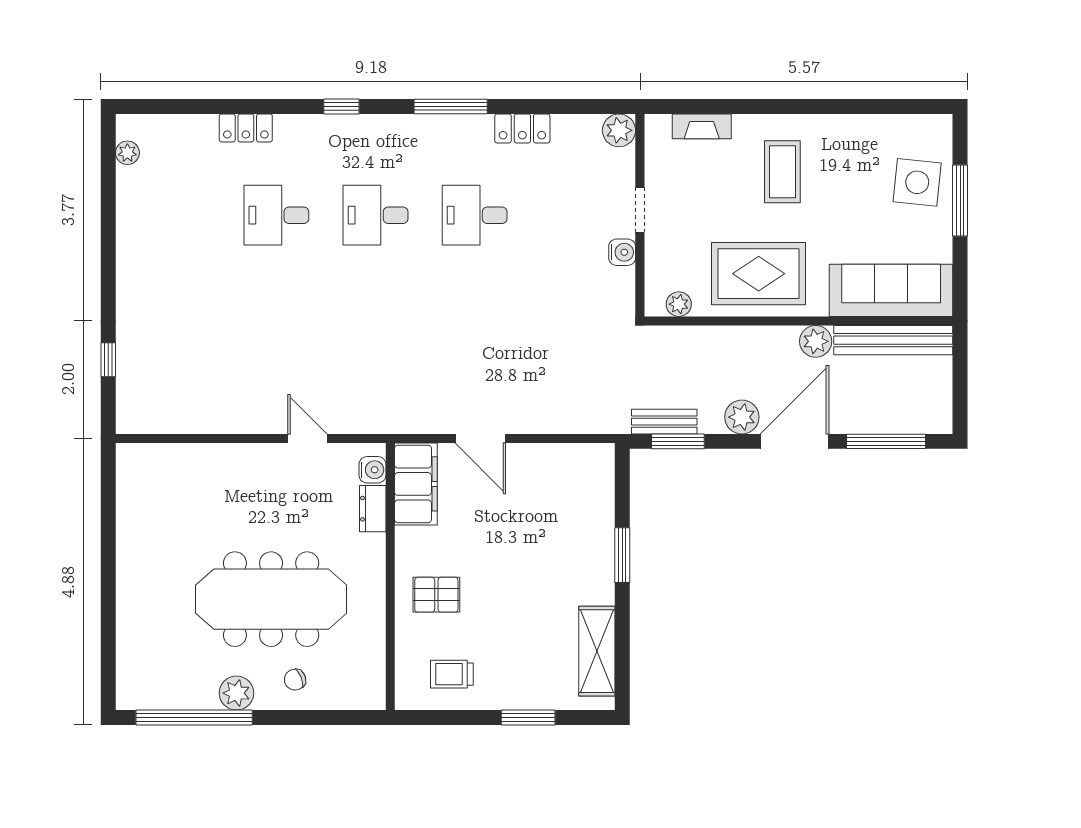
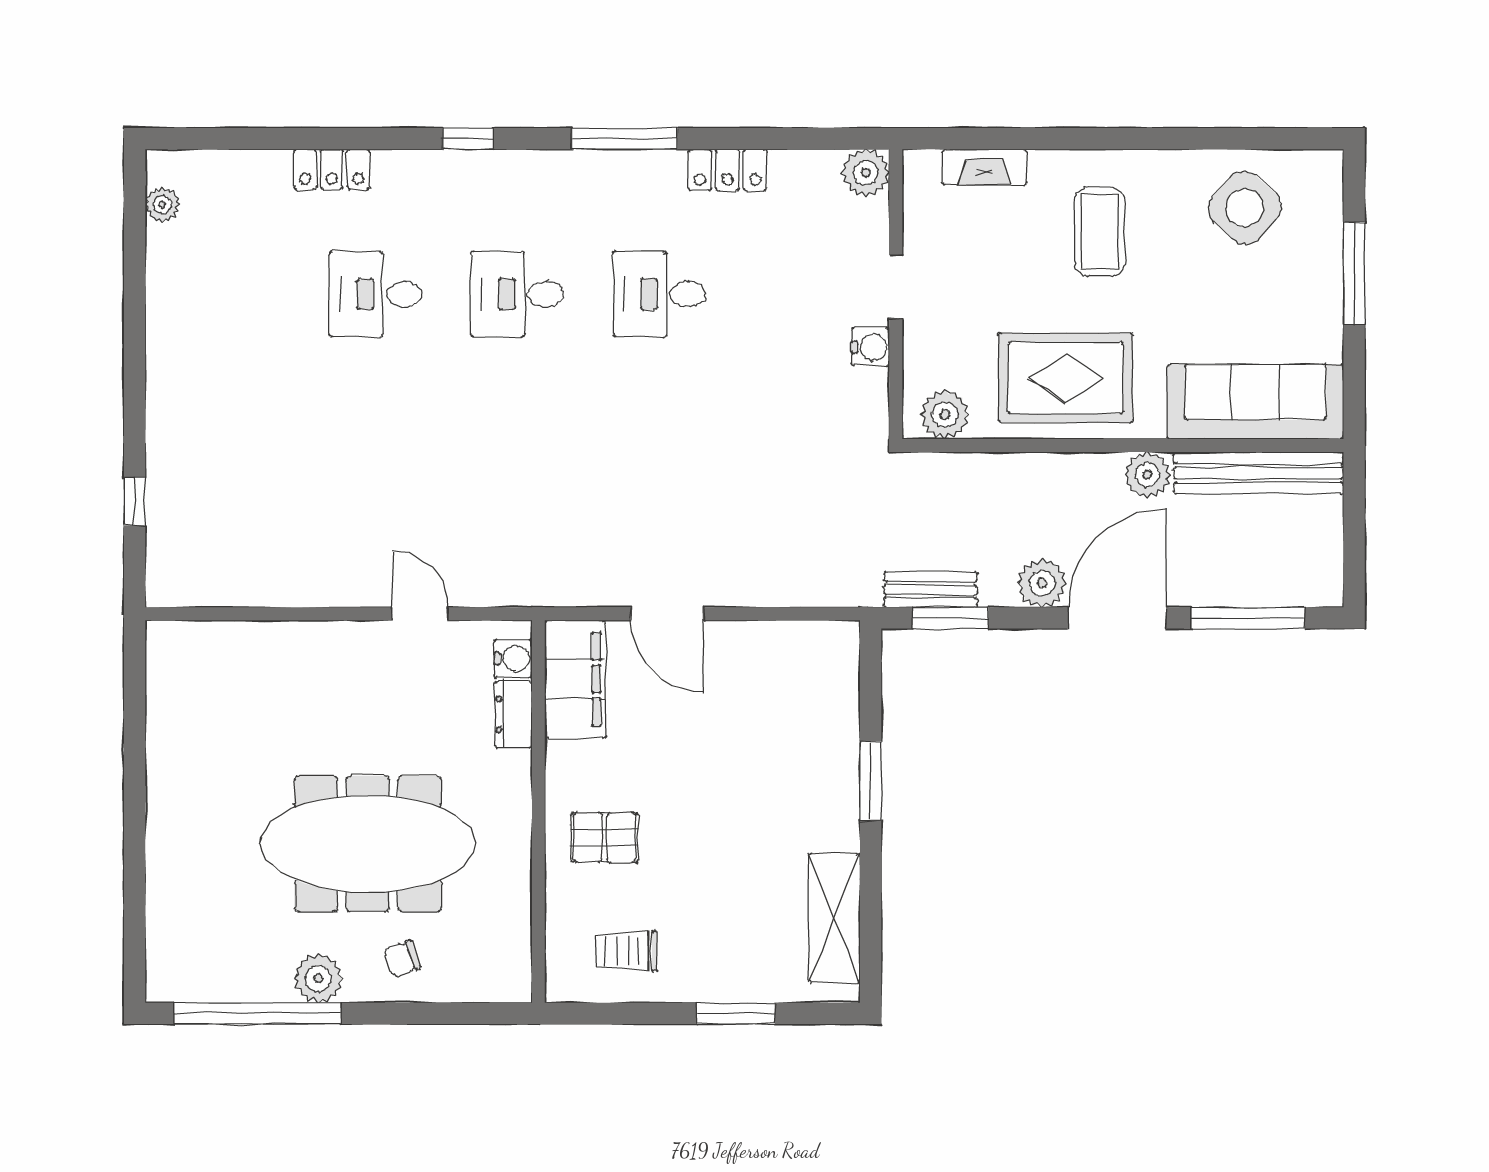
side table: (917, 182) -> (1245, 208), moved, turned 36
plant: (679, 304) -> (945, 415), width x1.38, depth x1.38

